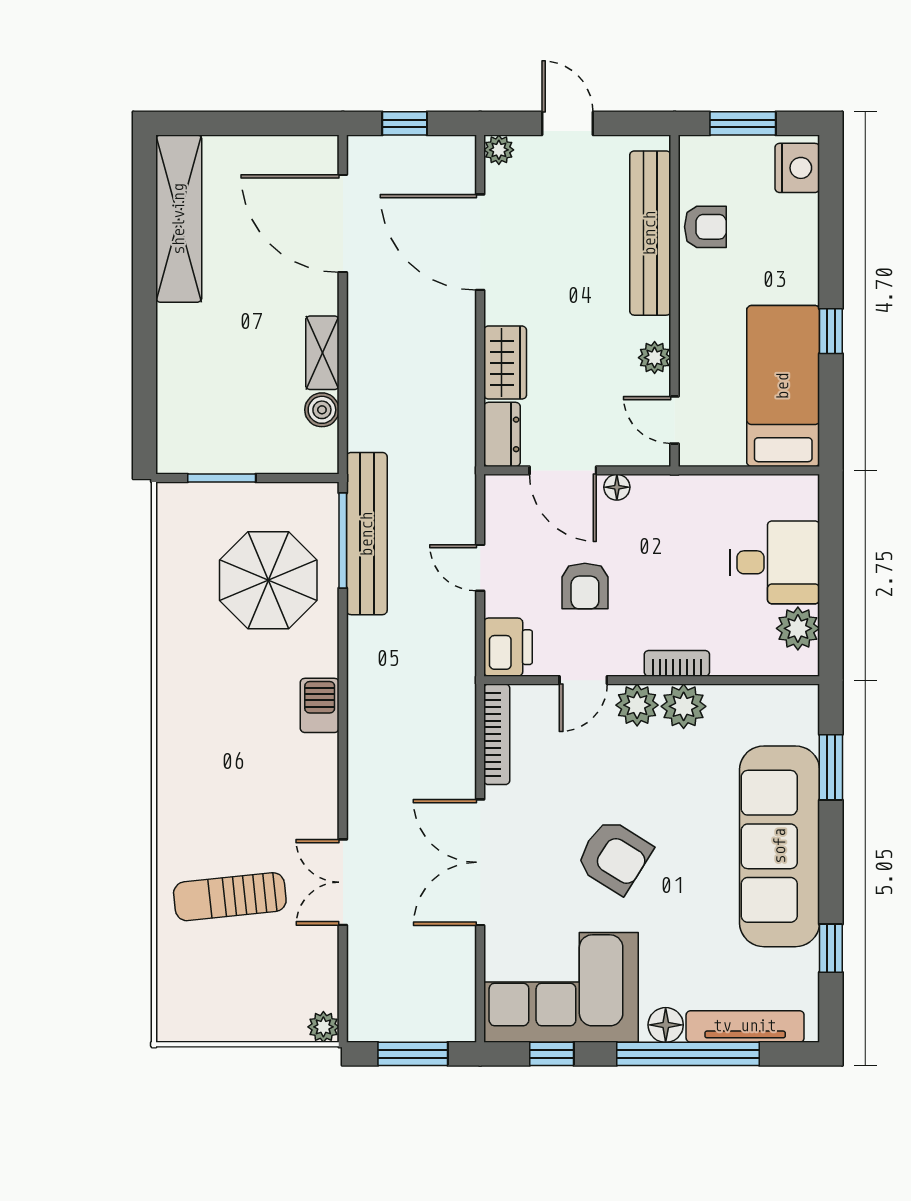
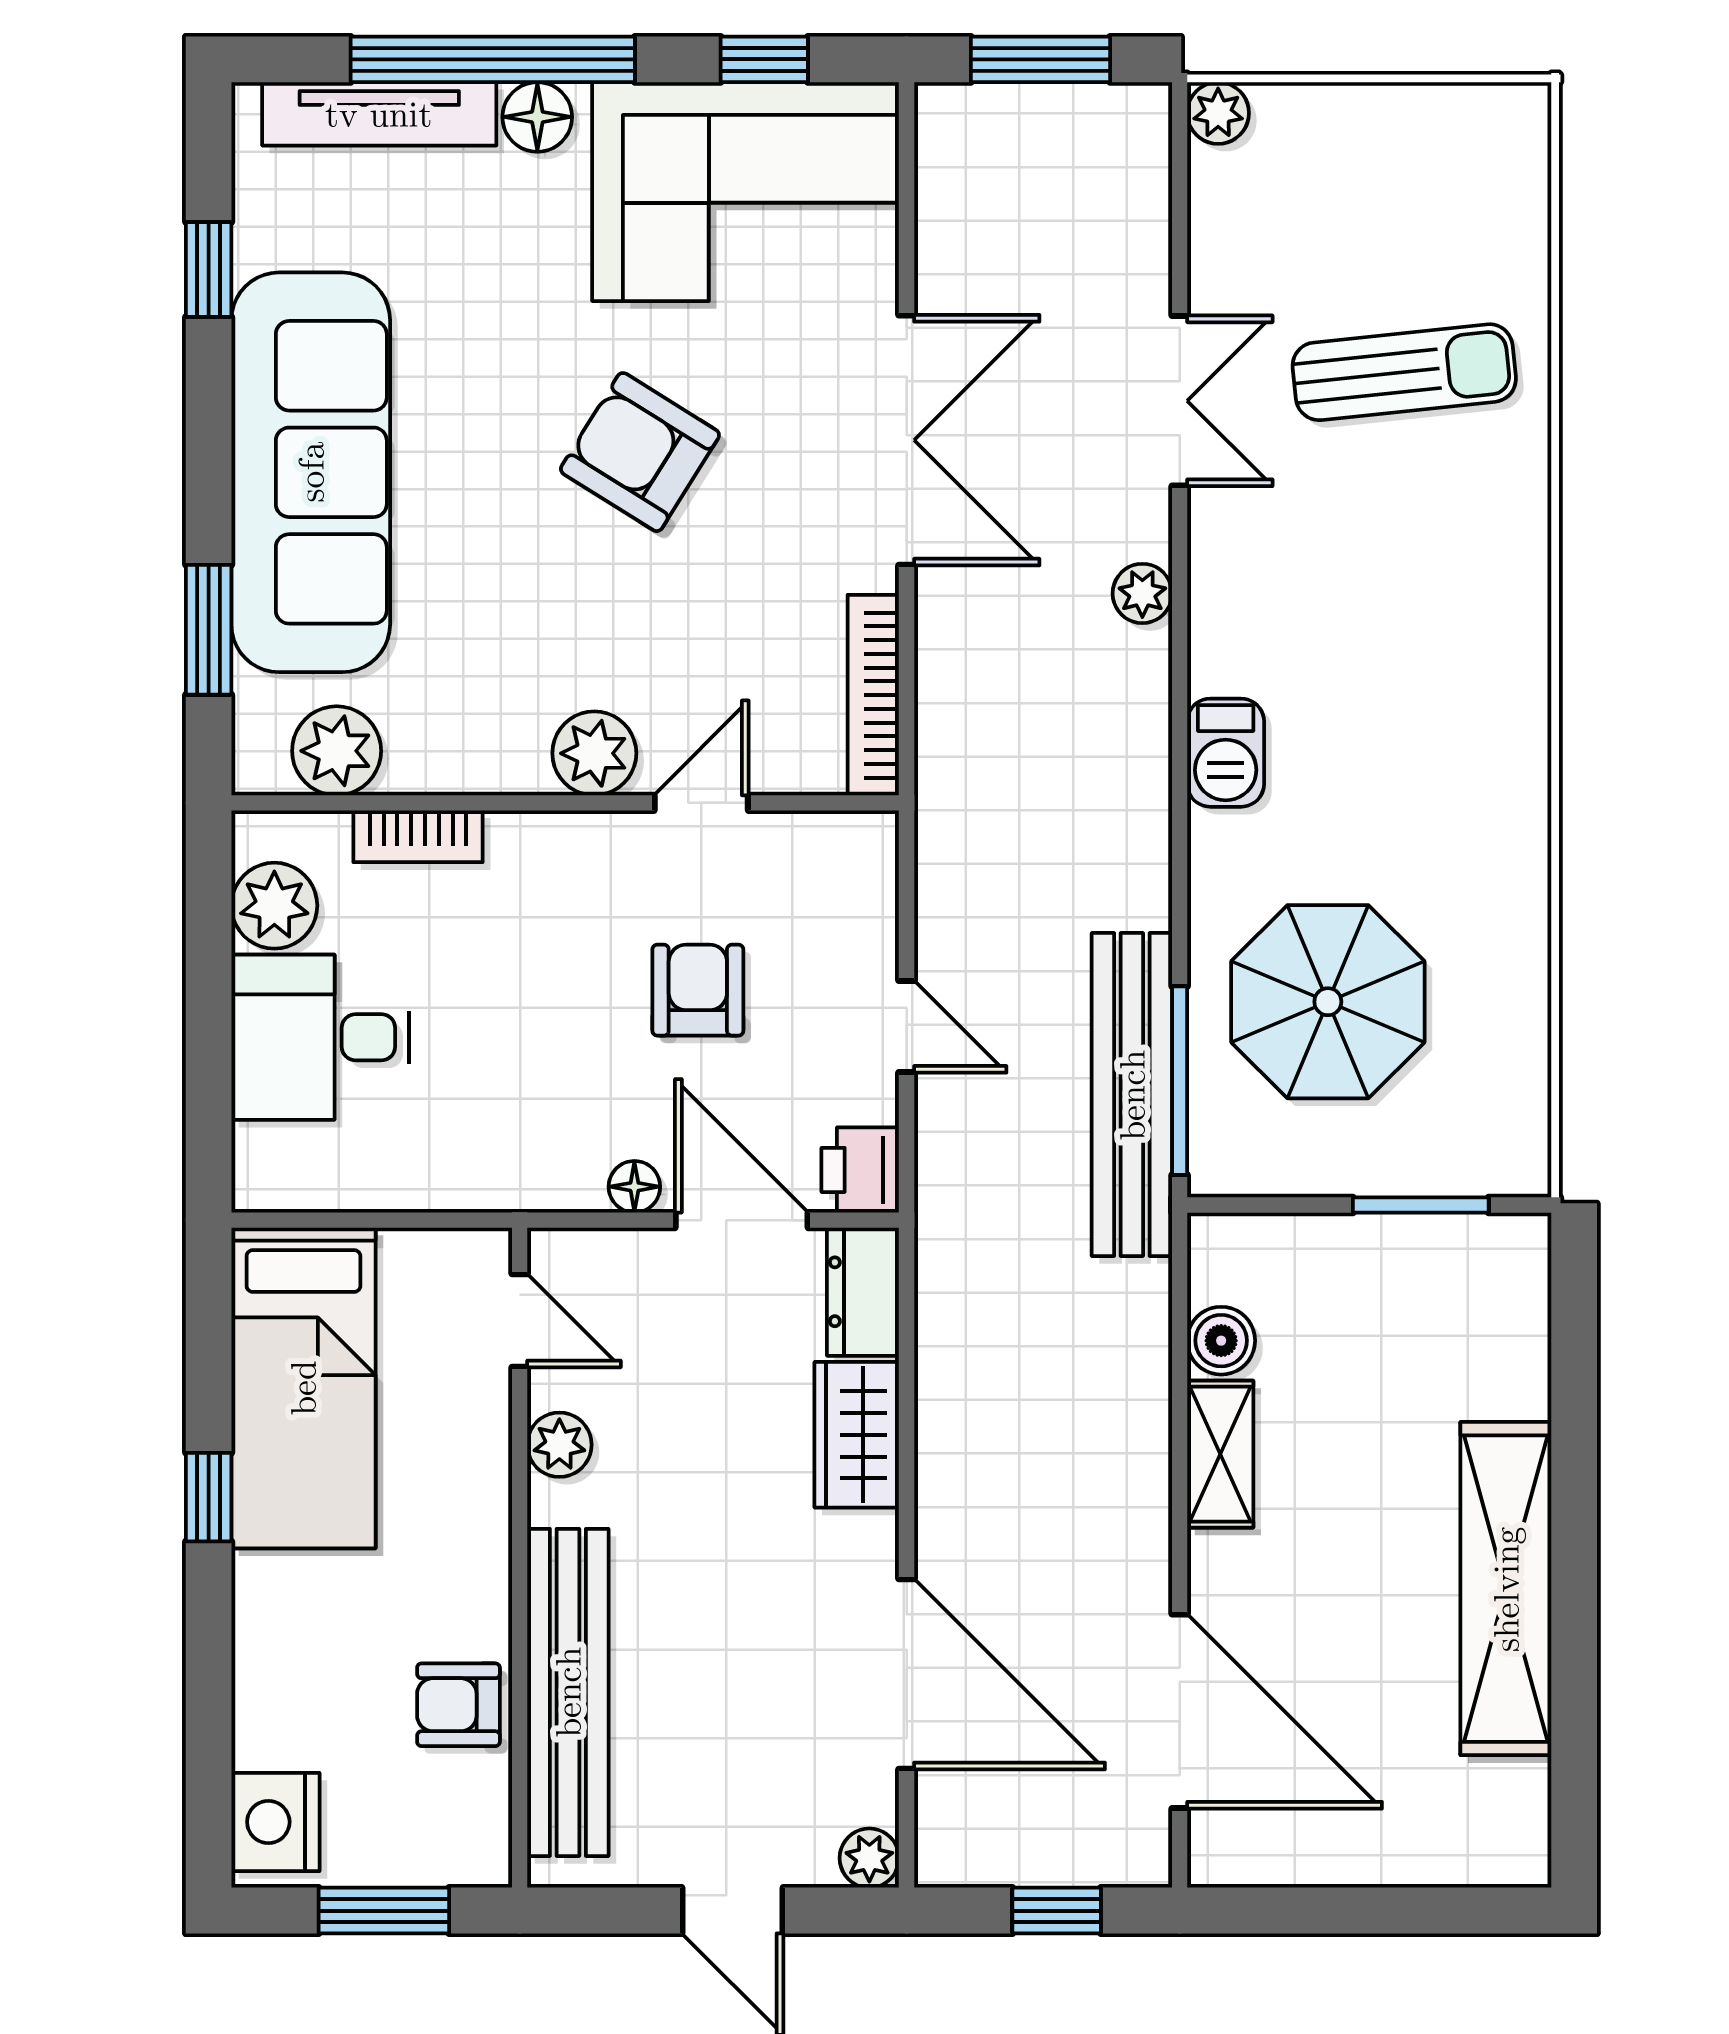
shelving: (179, 219) -> (1506, 1589), moved
printer: (508, 647) -> (860, 1170), moved, width x0.73, depth x0.81
bookcase: (677, 663) -> (418, 836), moved
plant: (684, 706) -> (337, 751), moved
plant: (362, 785) -> (1142, 593), added

